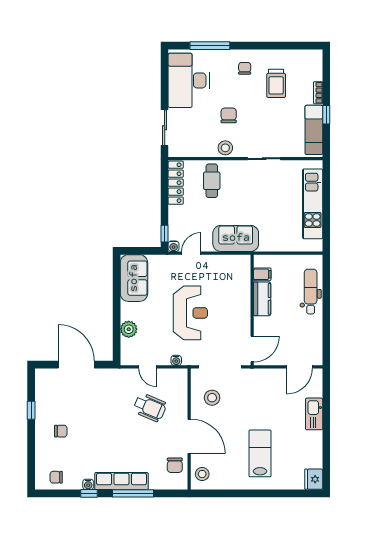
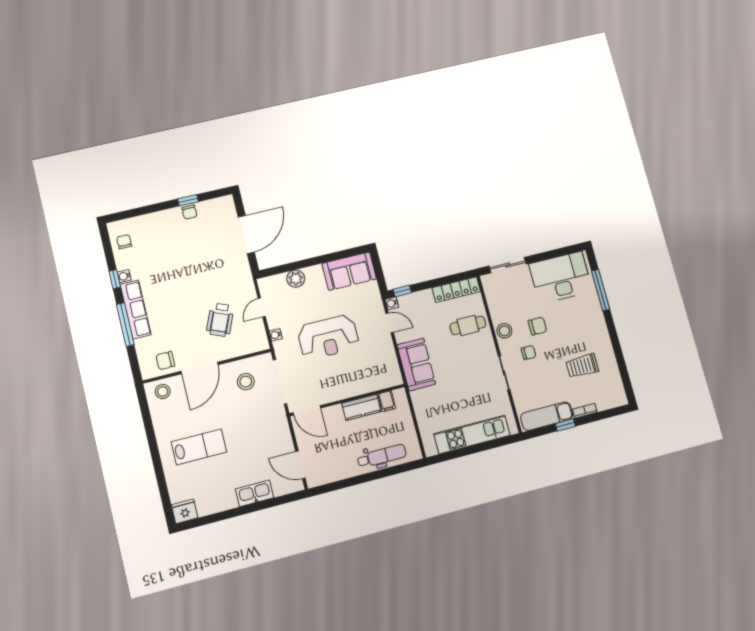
chair: (245, 68) -> (529, 353), moved
chair: (61, 431) -> (189, 212), moved

